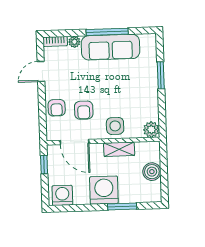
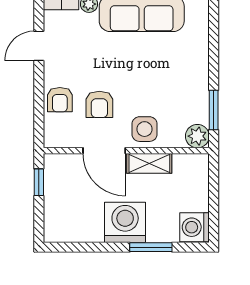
window: (161, 75) -> (214, 110), moved
door: (75, 142) -> (104, 151), moved
boiler: (152, 172) -> (196, 198), removed
washing machine: (62, 195) -> (195, 227), moved, turned -90

